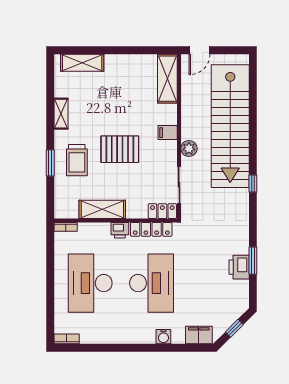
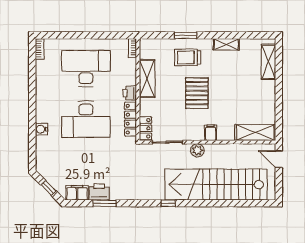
filing cabinet: (199, 335) -> (77, 193), moved, turned -90

